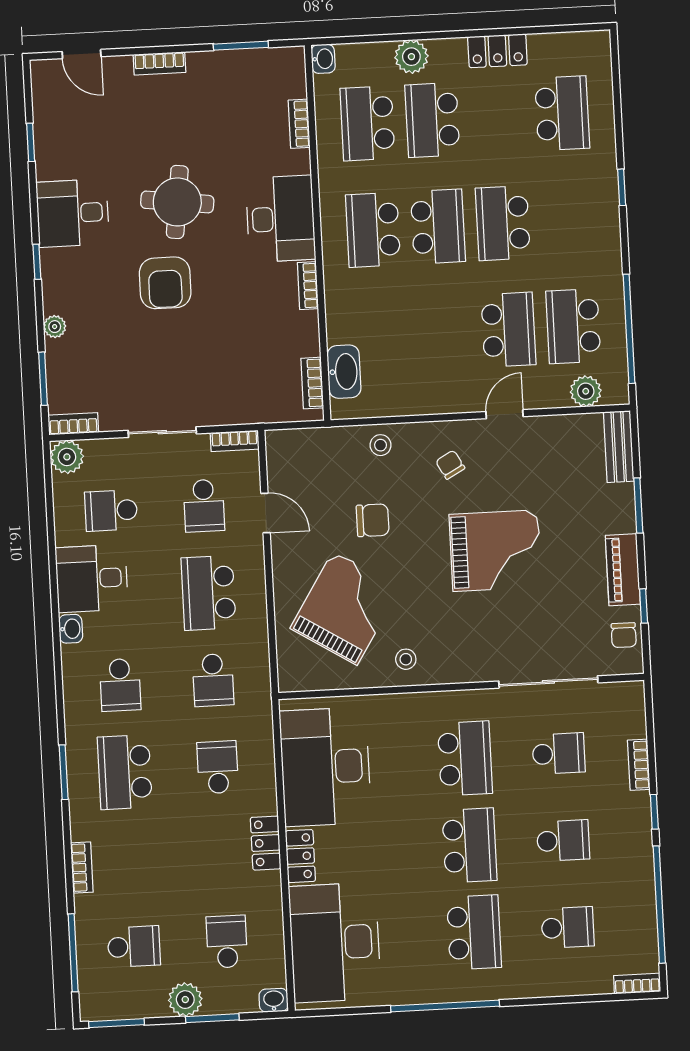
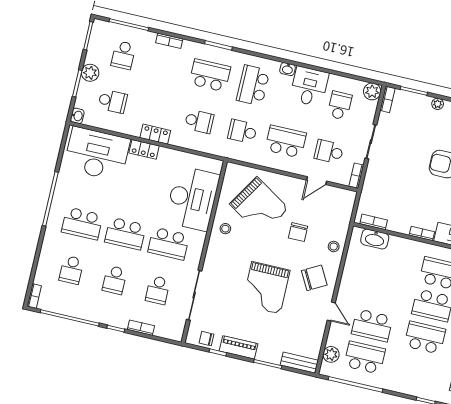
chair: (450, 465) -> (314, 278), width x1.87, depth x1.87
school desk: (120, 685) -> (253, 85), width x1.85
desk: (325, 767) -> (192, 199), moved, turned 90

